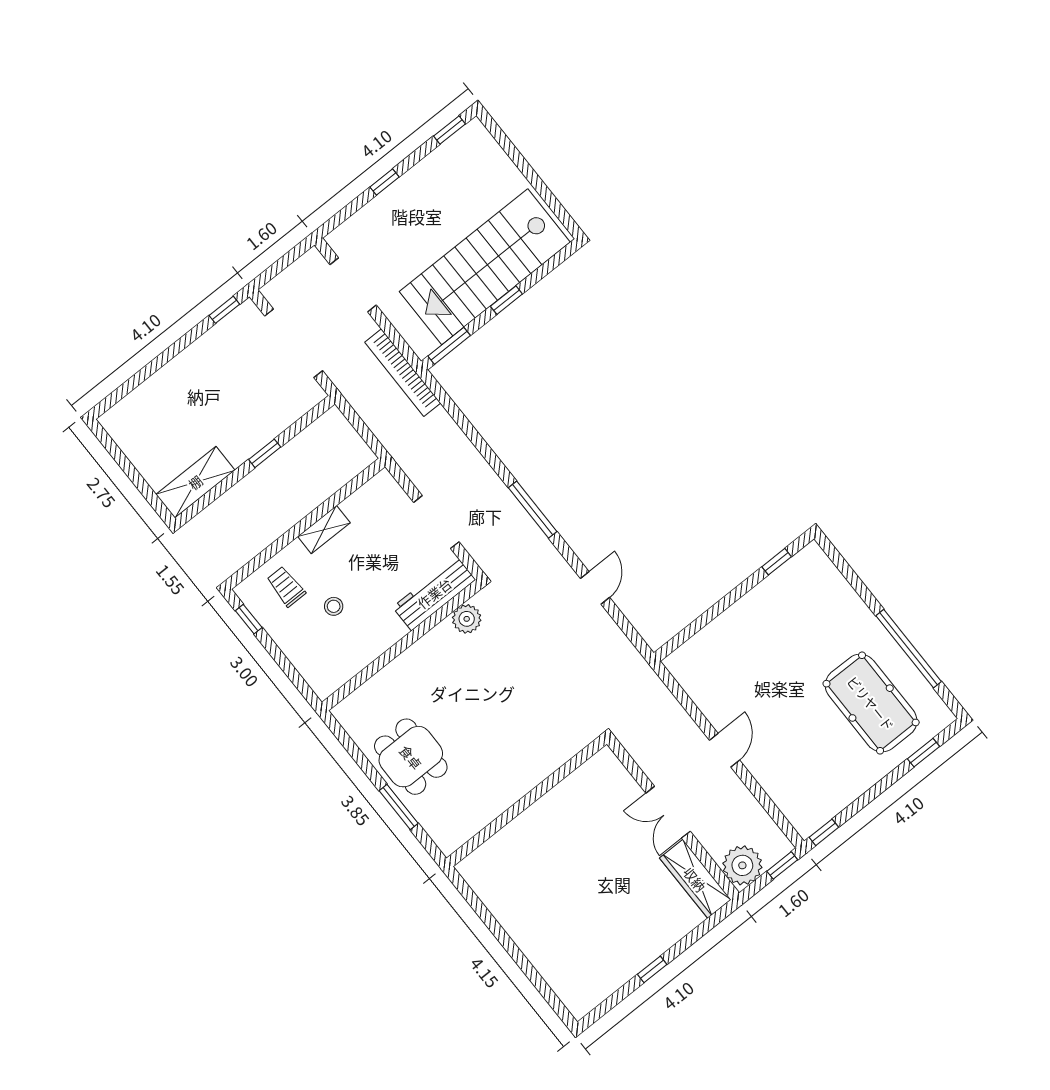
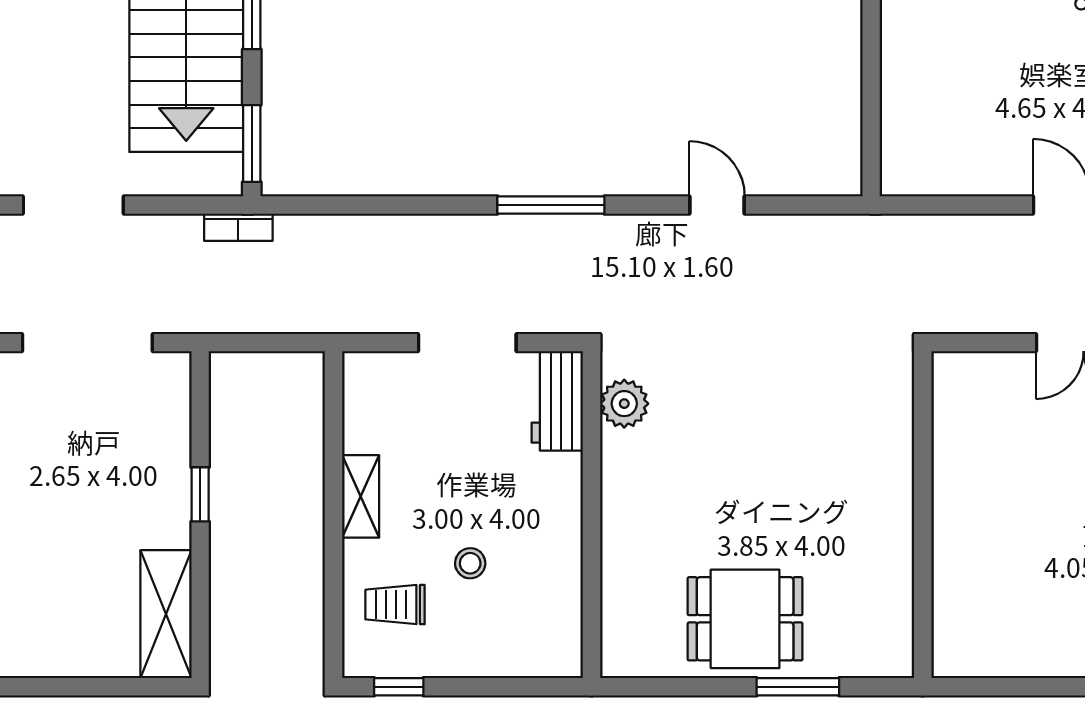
bookcase: (403, 373) -> (238, 227), width x0.43, depth x0.76
workbench: (434, 593) -> (557, 401), width x0.73

